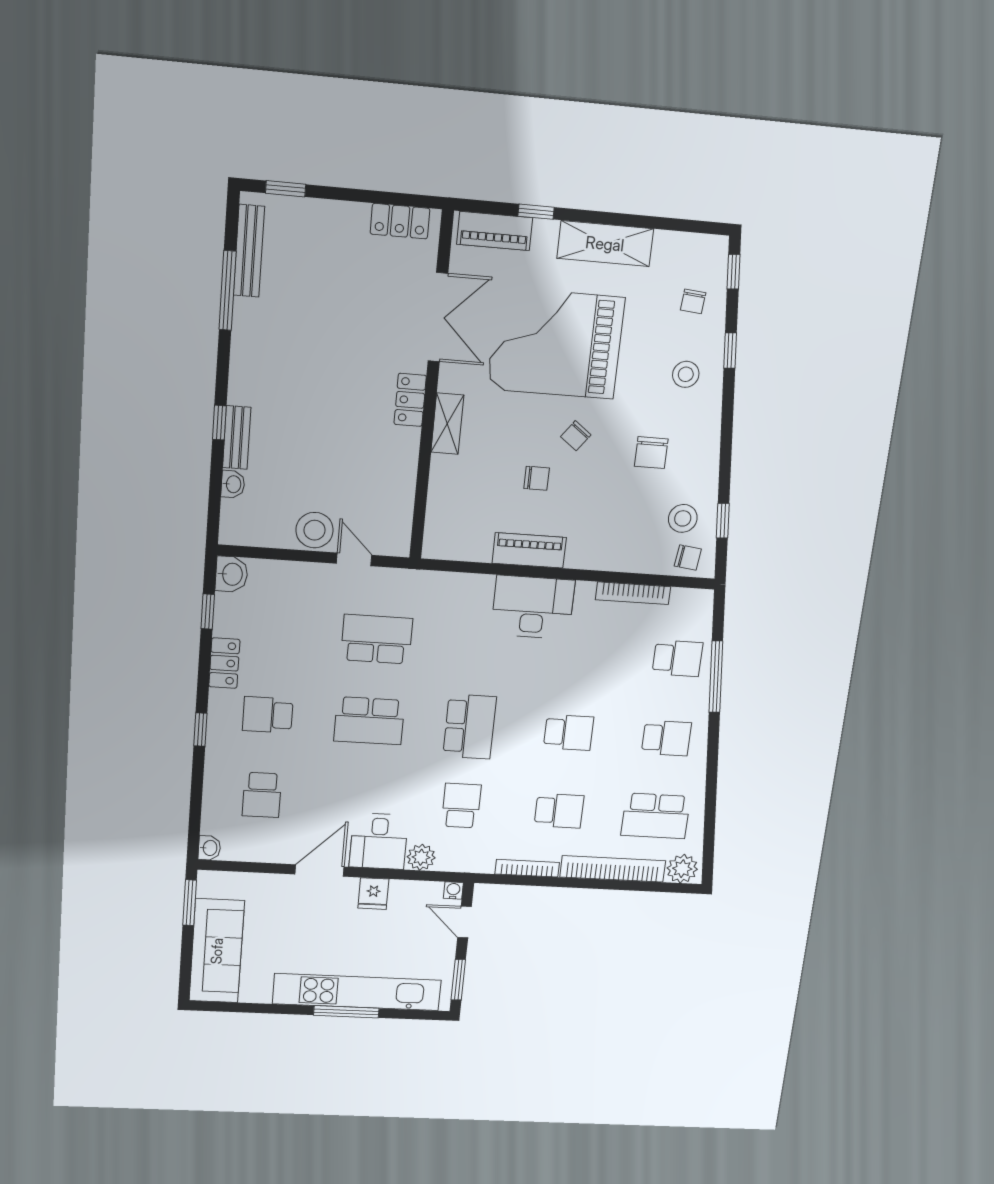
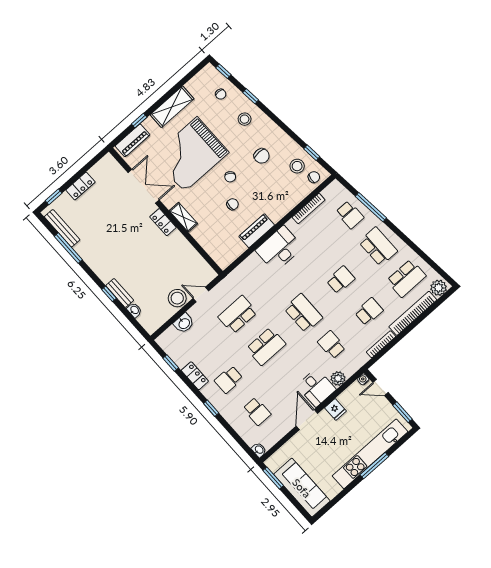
locker: (400, 221) -> (80, 186), moved
washbasin: (232, 574) -> (184, 323), moved, turned 90
school desk: (677, 658) -> (350, 215), turned 90
school desk: (666, 738) -> (378, 246), width x1.85

